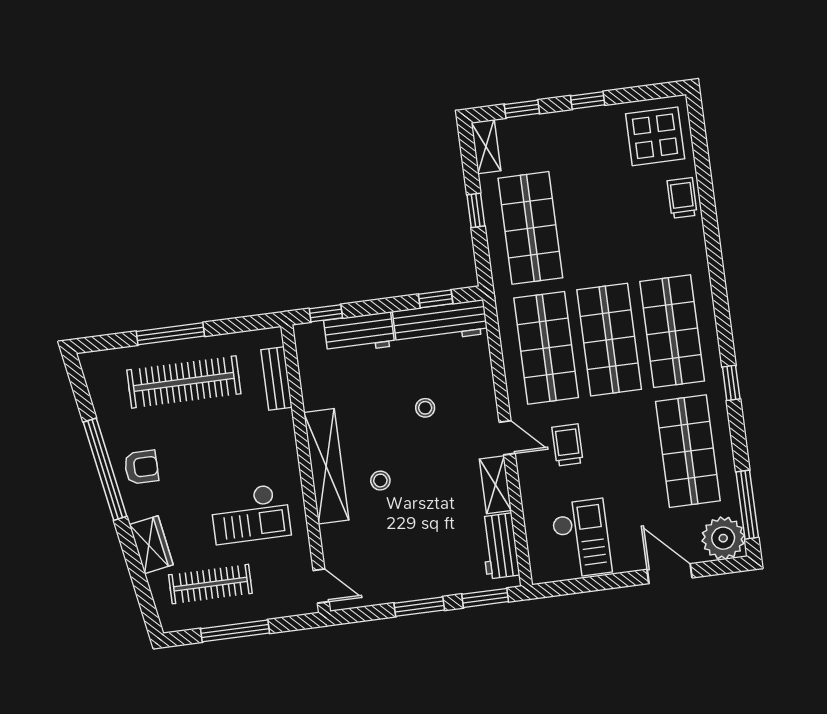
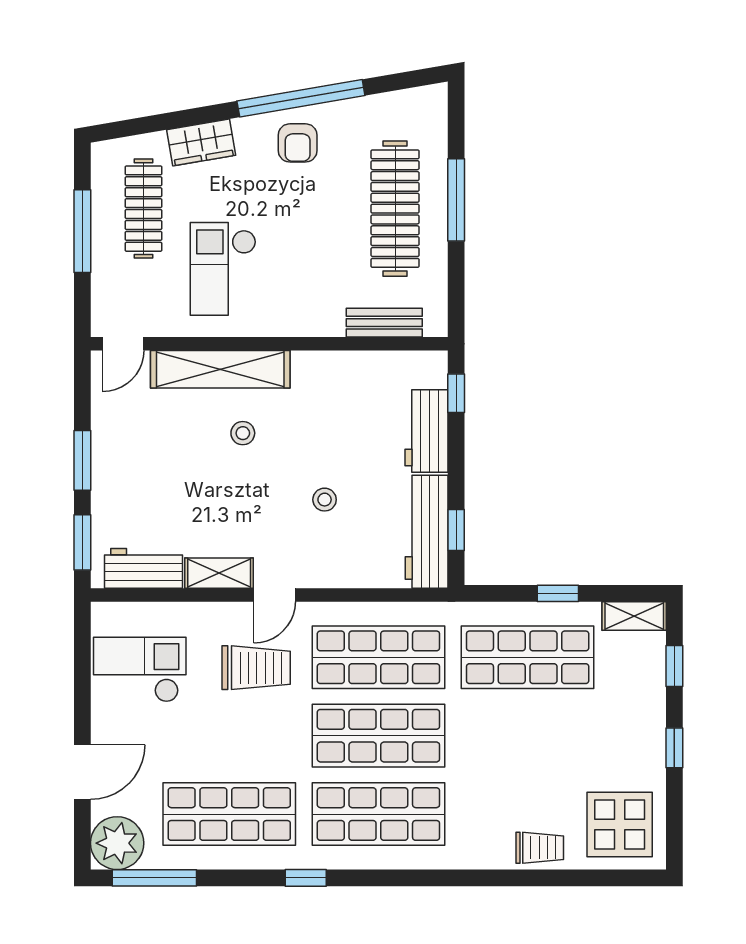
trolley: (567, 445) -> (256, 668), width x1.36, depth x1.39
shelving: (326, 466) -> (220, 369), moved
checkout: (581, 538) -> (140, 670), turned 180

